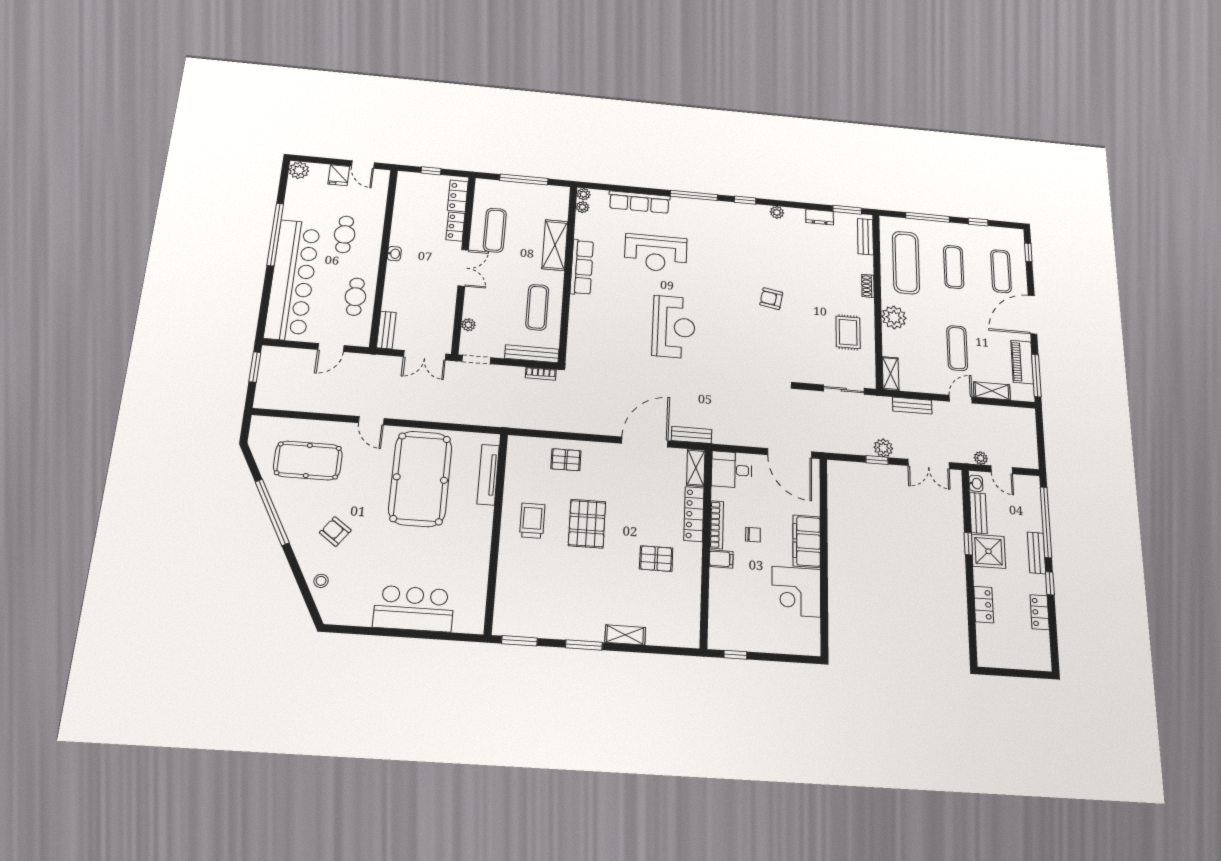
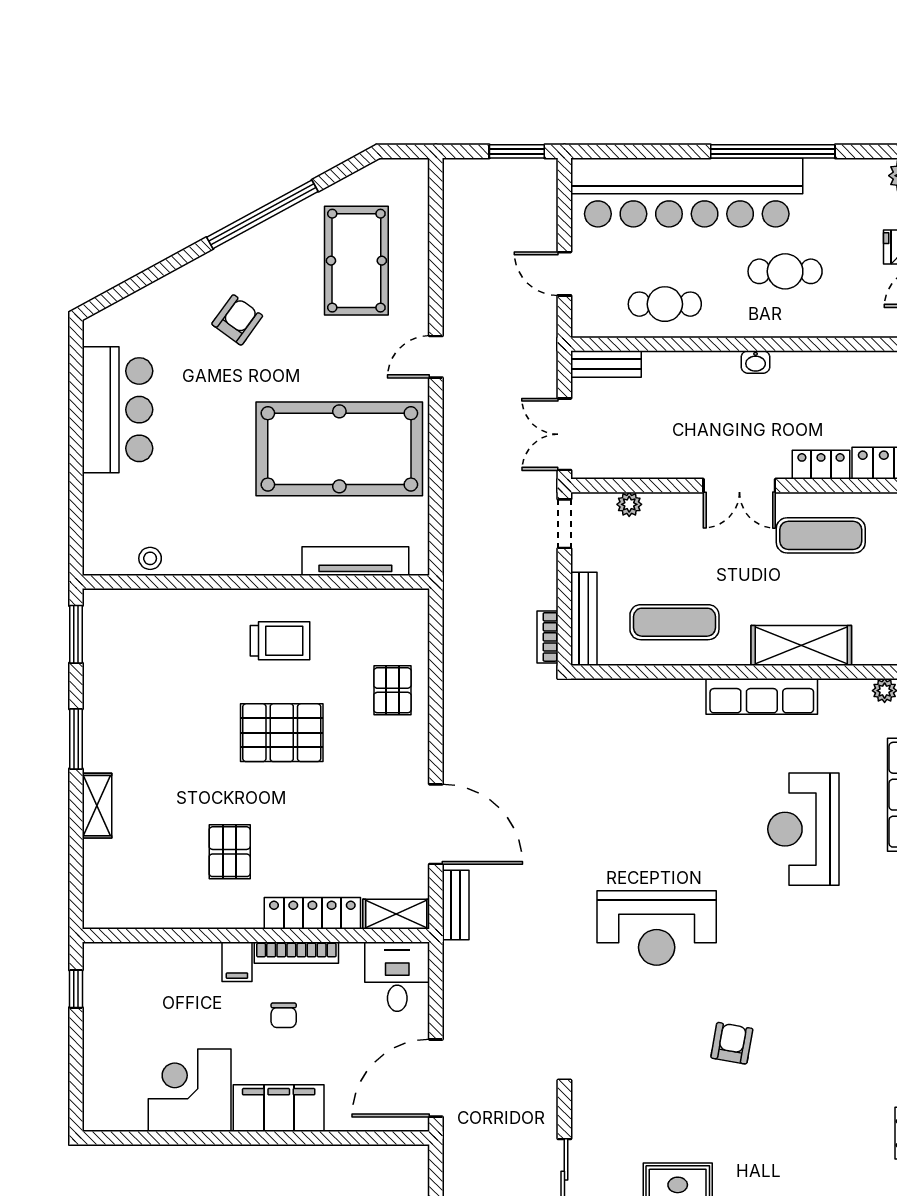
reception desk: (674, 327) -> (657, 928), moved
stool: (321, 581) -> (150, 558), moved
bar counter: (414, 609) -> (117, 410), moved

